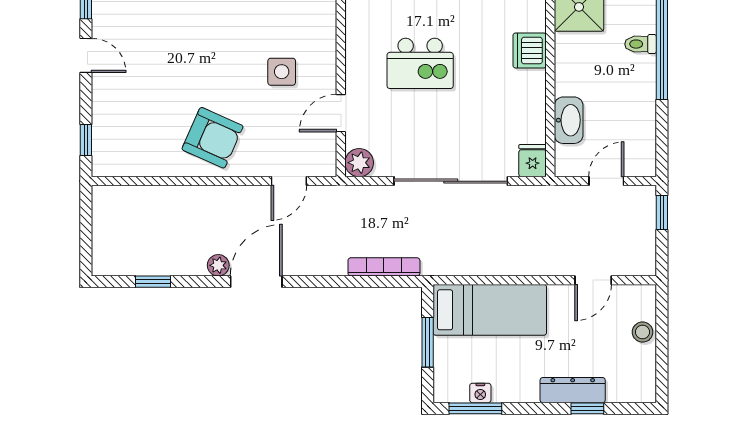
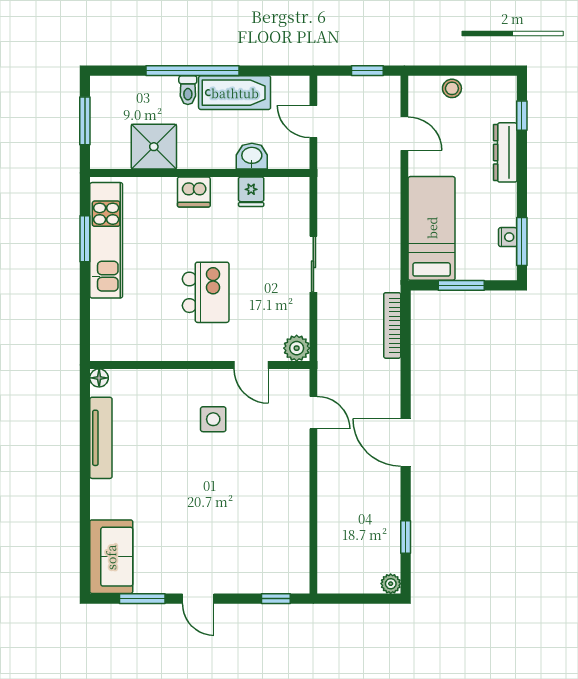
door: (86, 55) -> (198, 599), swing flipped
bathtub: (638, 95) -> (235, 93), added
washbasin: (569, 120) -> (252, 156), width x0.72
armchair: (212, 138) -> (274, 483), removed
fridge: (533, 161) -> (251, 192), moved, turned -90
sliding door: (451, 181) -> (313, 264), width x0.54
window: (662, 212) -> (367, 71), moved
plant: (218, 265) -> (391, 584), moved
window: (587, 408) -> (522, 116), moved

